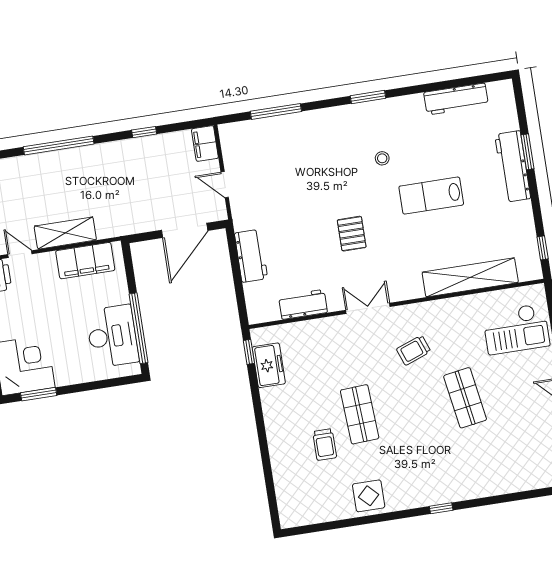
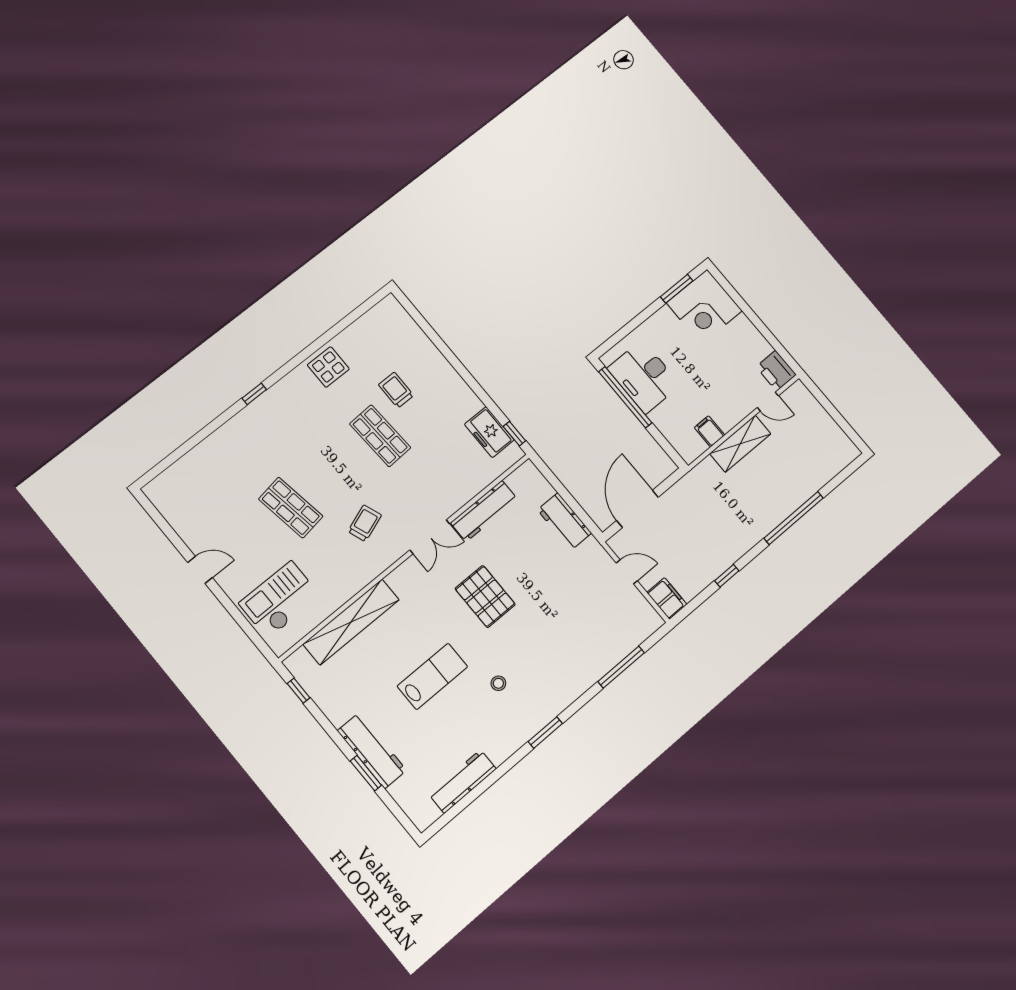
pallet: (352, 234) -> (485, 597), width x1.50, depth x1.42
filing cabinet: (85, 261) -> (709, 431), width x0.33, depth x0.86
workbench: (303, 304) -> (484, 511), width x1.38

